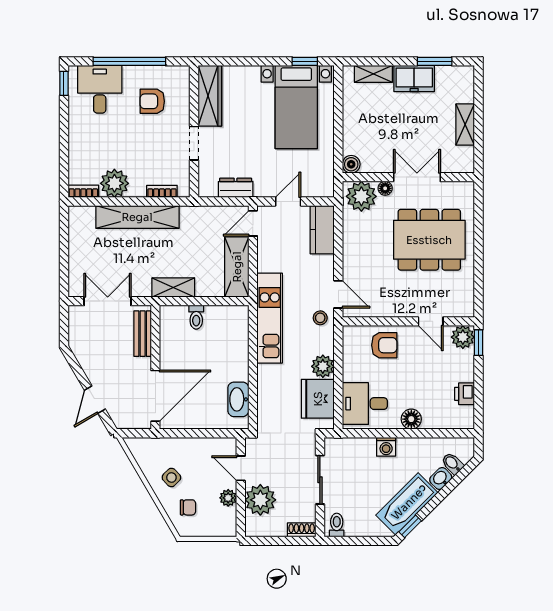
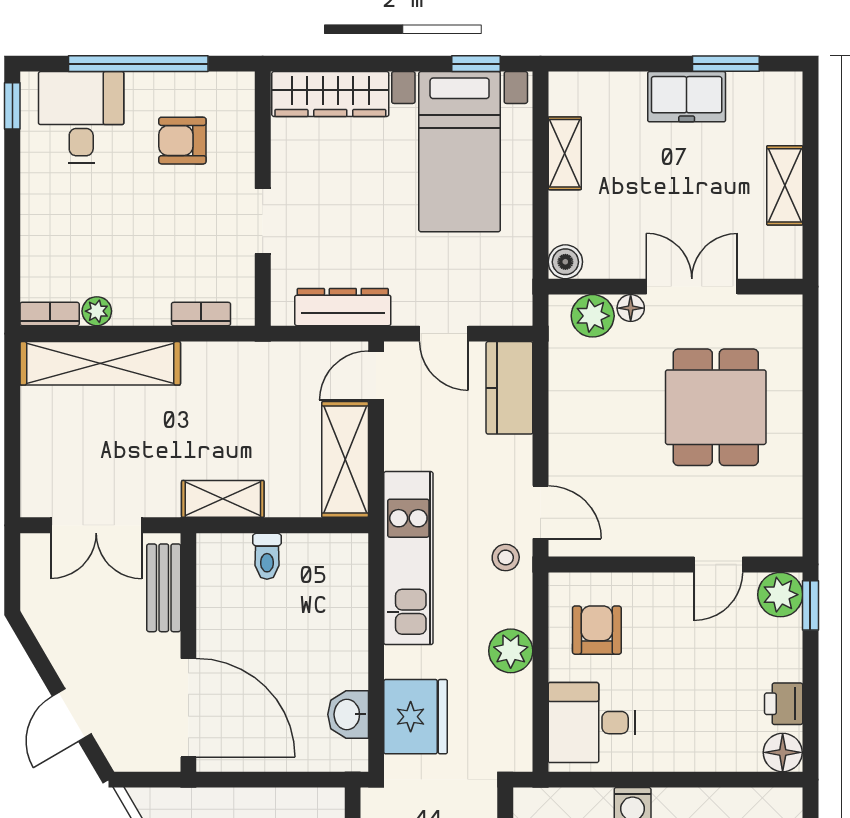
shelving: (373, 74) -> (565, 153), moved, turned 90
wardrobe: (210, 96) -> (330, 94), moved, turned 90
plant: (114, 183) -> (97, 311), width x0.53, depth x0.53
dresser: (236, 188) -> (343, 307), width x1.44
plant: (361, 196) -> (593, 316), width x0.73, depth x0.73
door: (288, 202) -> (444, 334), swing flipped
shelving: (137, 217) -> (100, 363), moved
dining table: (429, 240) -> (716, 407), width x0.73
double door: (108, 301) -> (96, 525), swing flipped
door: (431, 321) -> (718, 564), hinge flipped
armchair: (384, 345) -> (597, 630), moved, turned -90
door: (155, 396) -> (188, 708), hinge flipped
washbasin: (238, 399) -> (348, 714), width x0.72
fridge: (318, 399) -> (416, 717), moved, turned 180
floor lamp: (411, 419) -> (783, 752), moved

